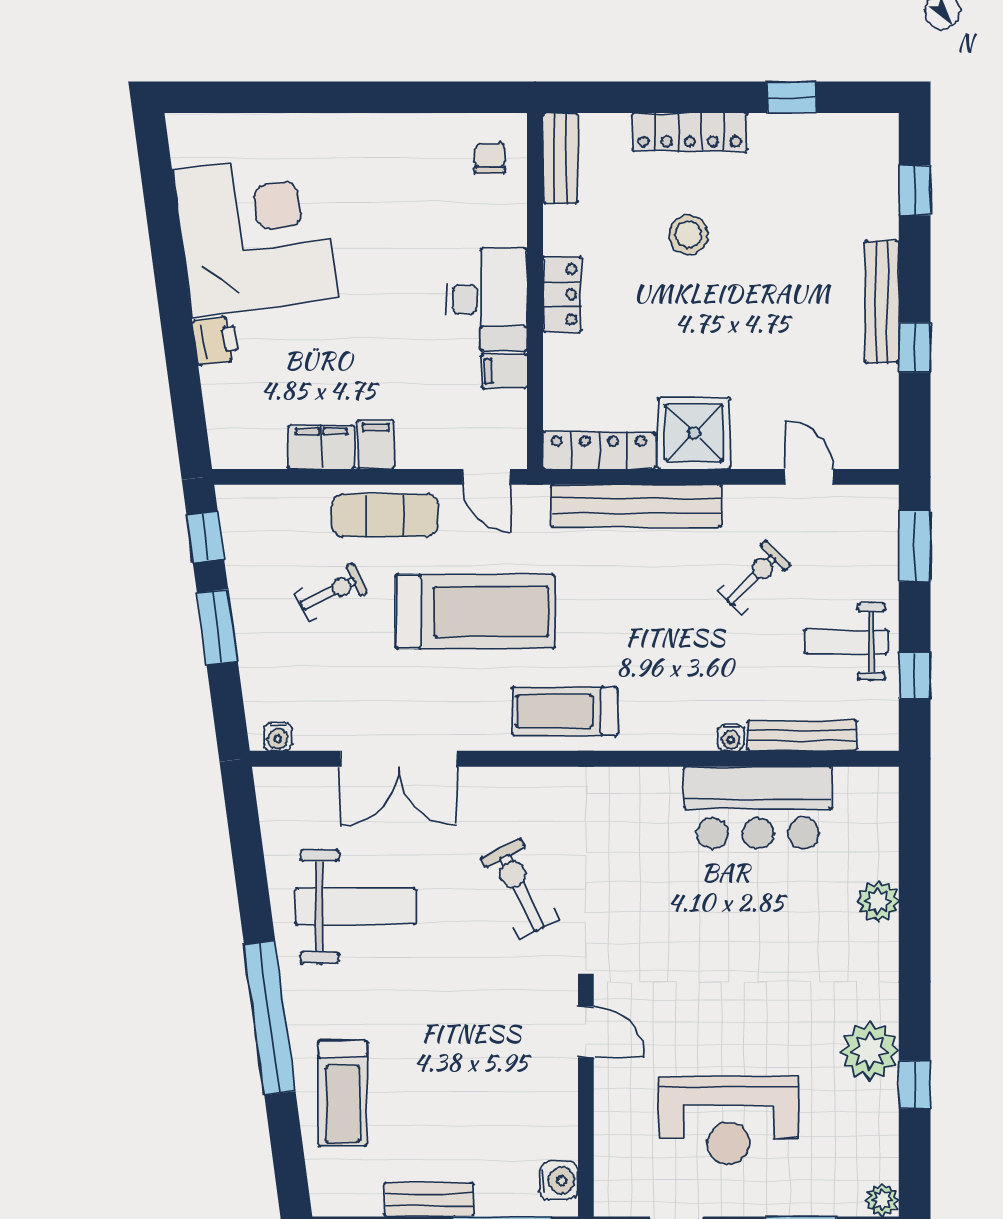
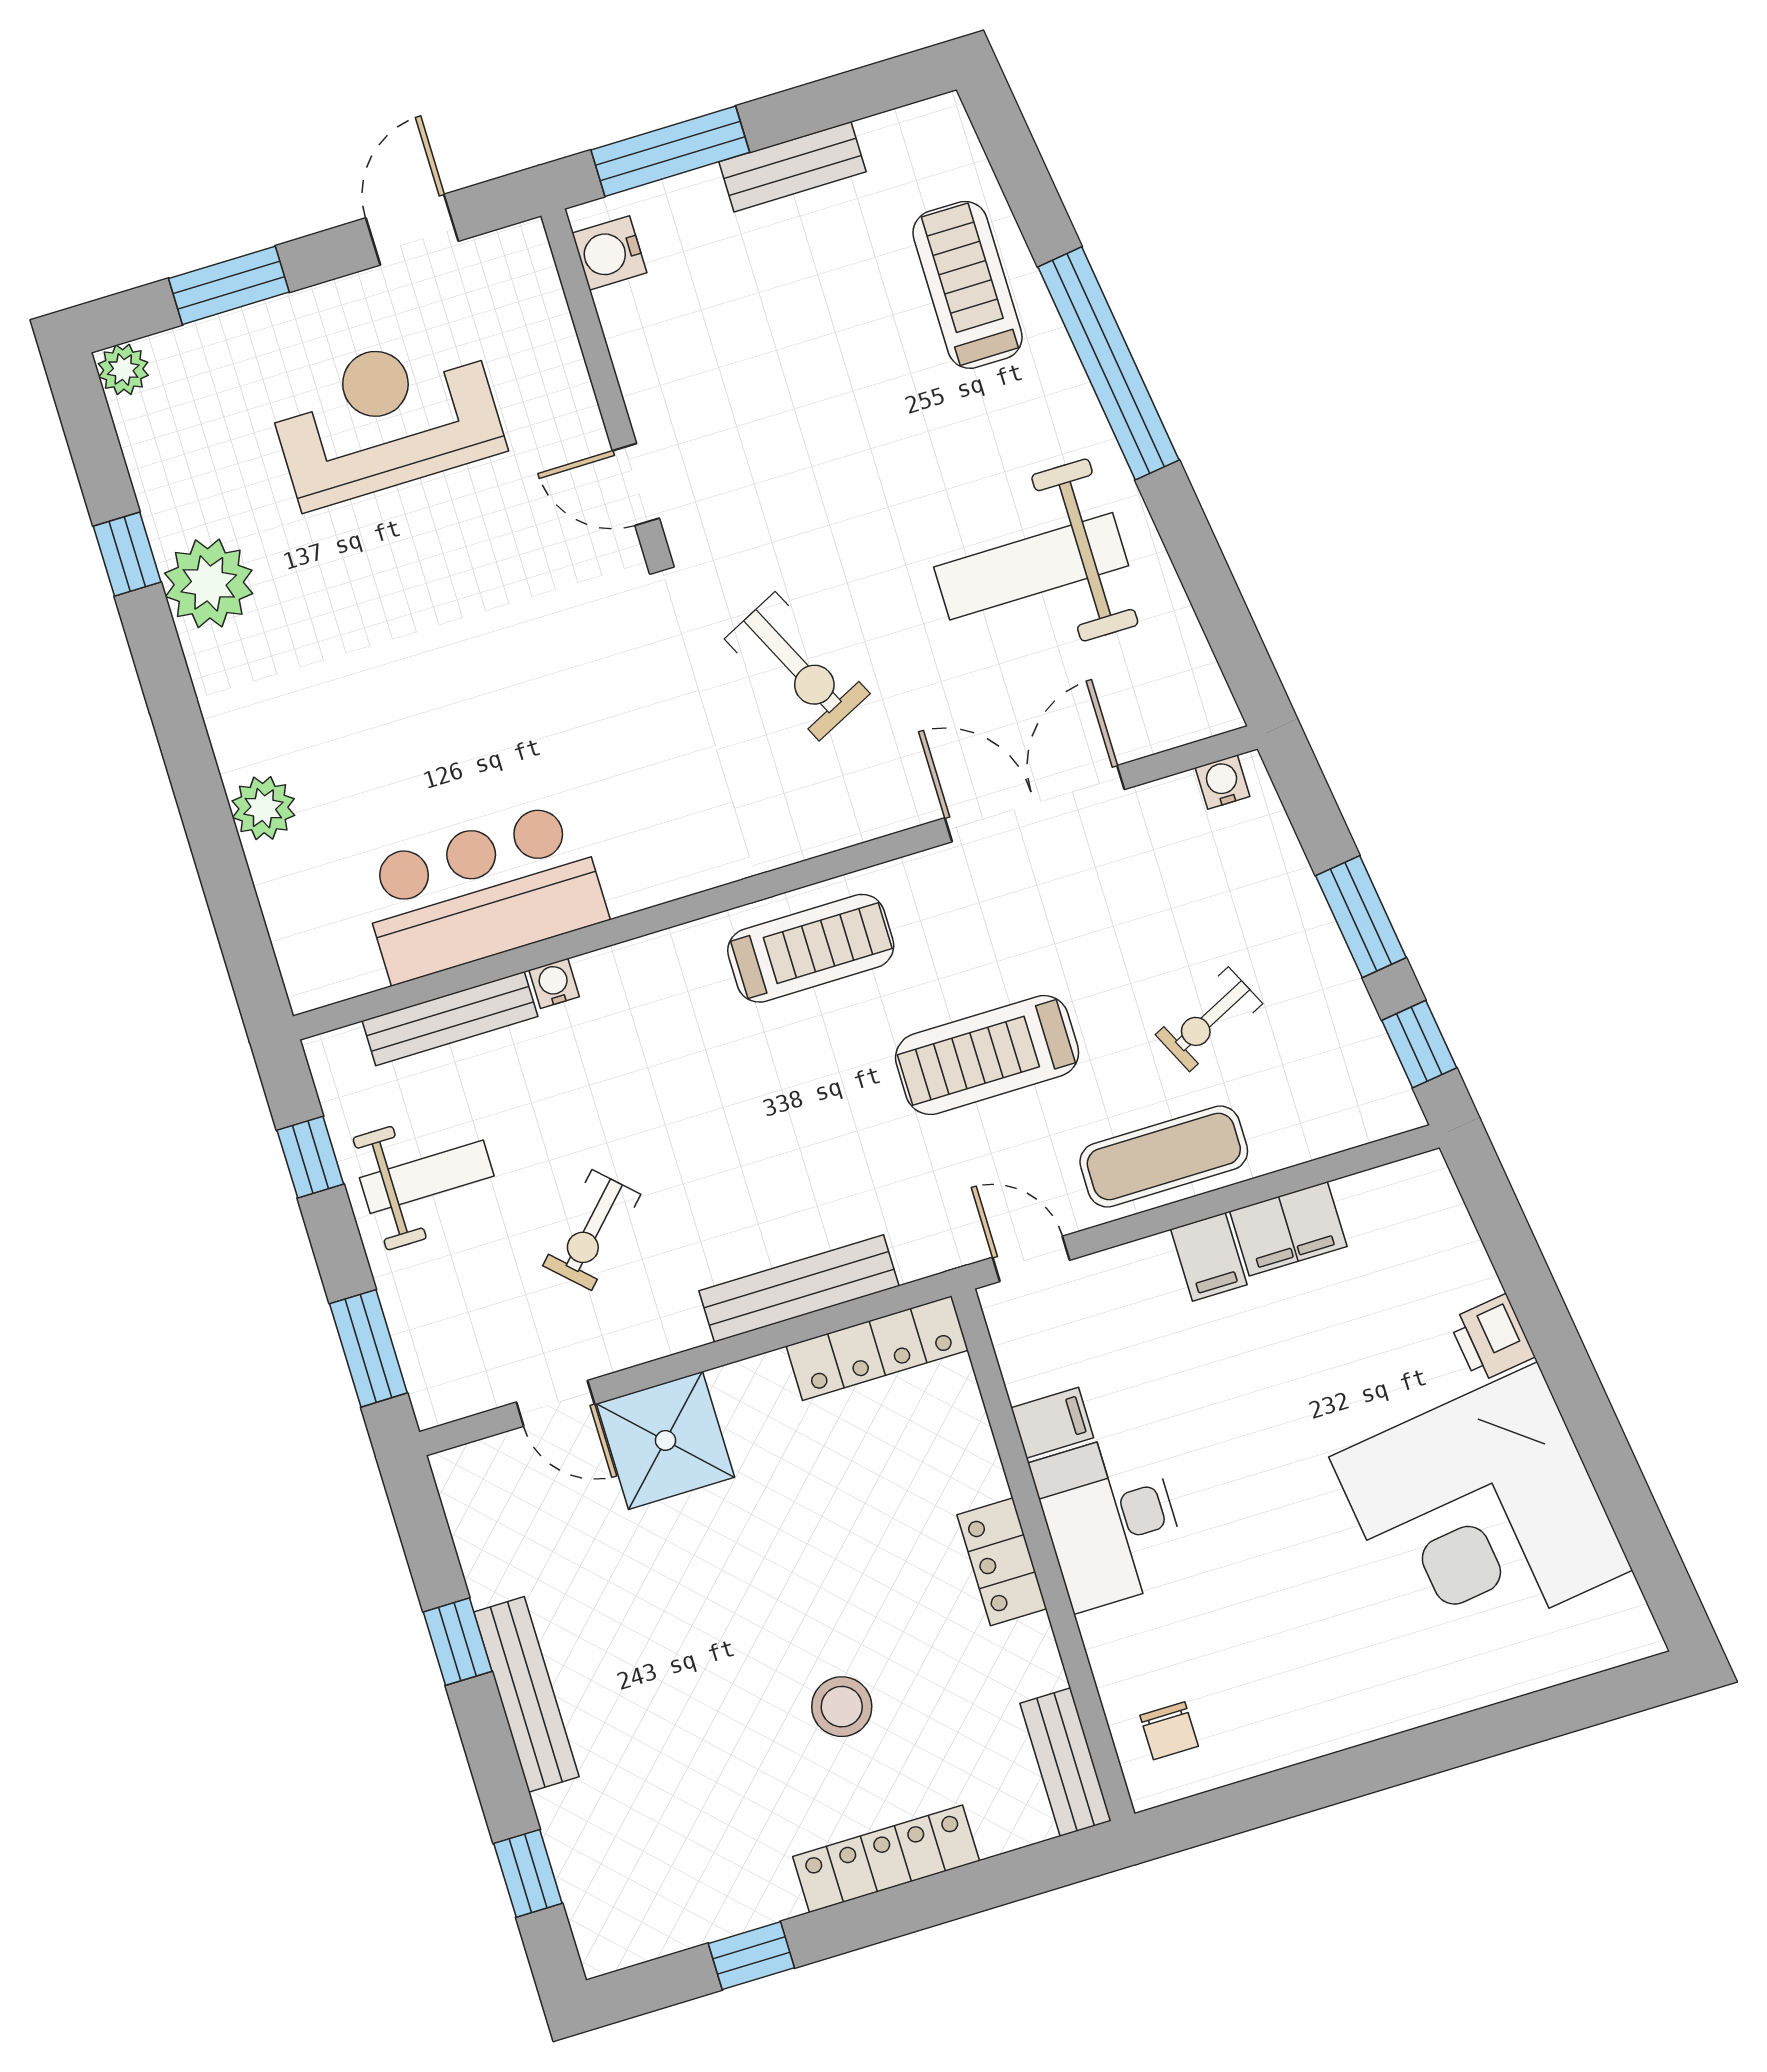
shower: (694, 433) -> (665, 1440), moved
bench: (636, 506) -> (799, 1289), width x0.73, depth x0.82
treadmill: (475, 612) -> (987, 1055), width x0.73, depth x0.73

